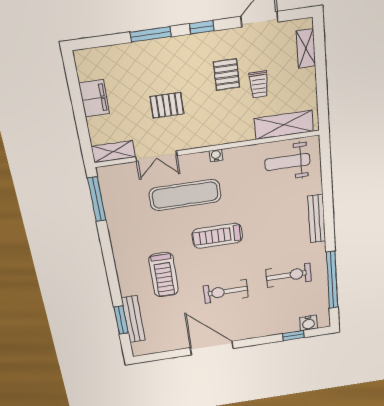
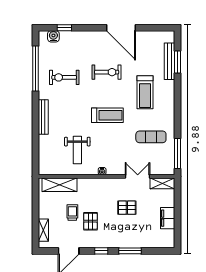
weight bench: (287, 162) -> (77, 150), moved, turned 90
exercise mat: (185, 195) -> (151, 137), moved, width x0.73, depth x0.69
treadmill: (164, 275) -> (145, 92), turned 180

